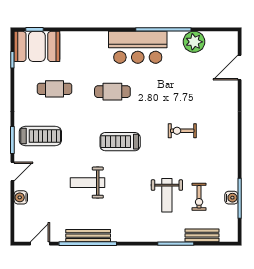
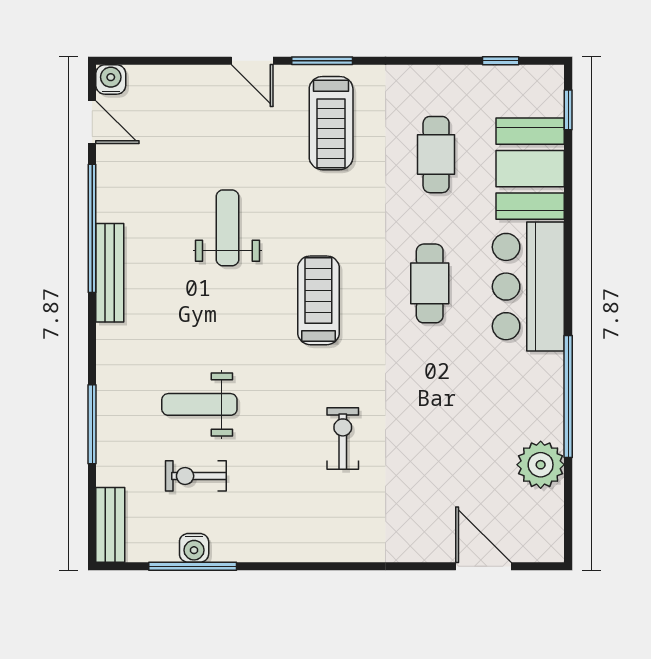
booth: (37, 46) -> (530, 169), moved
bar counter: (138, 47) -> (528, 287), moved
water cooler: (21, 197) -> (111, 80), moved
bench: (202, 235) -> (110, 525), moved
bench: (88, 236) -> (110, 273), moved

